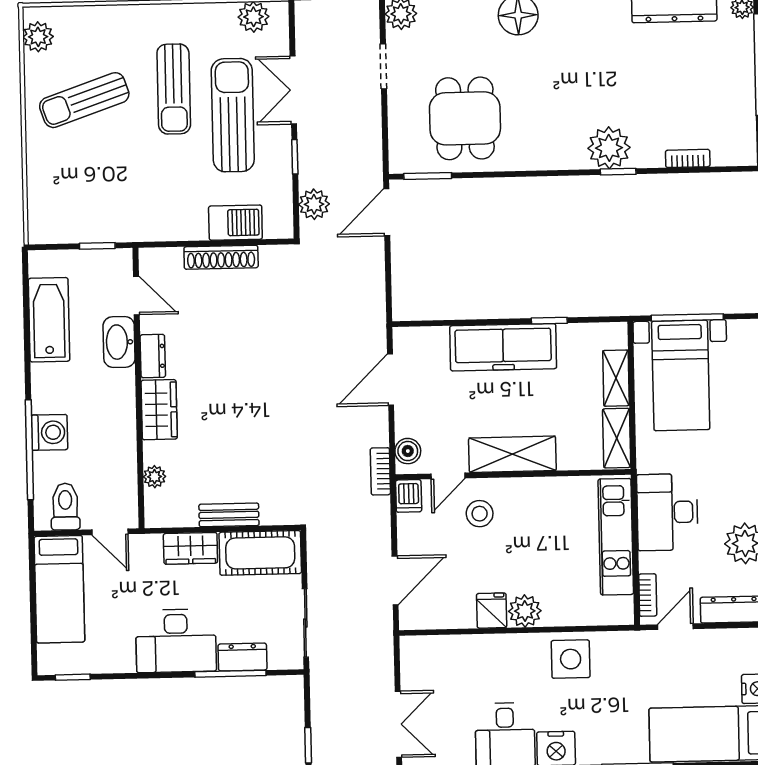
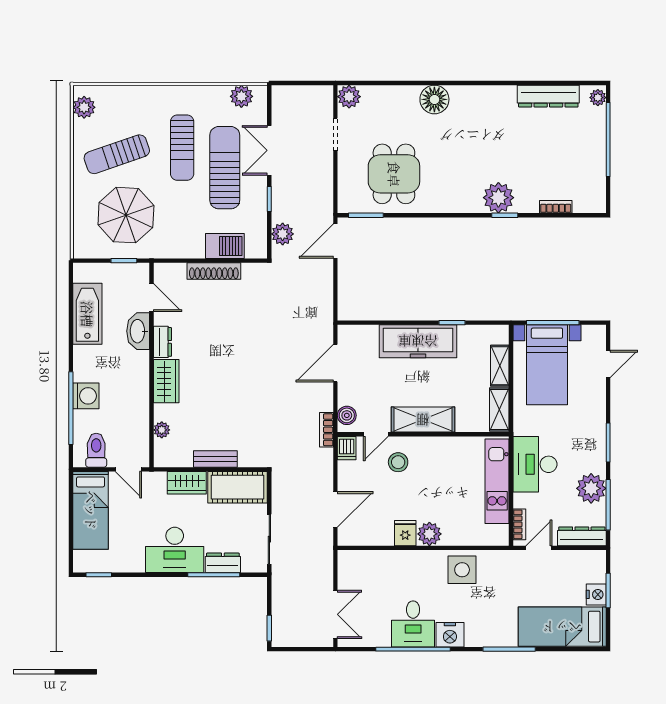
parasol: (99, 183) -> (126, 215), added

